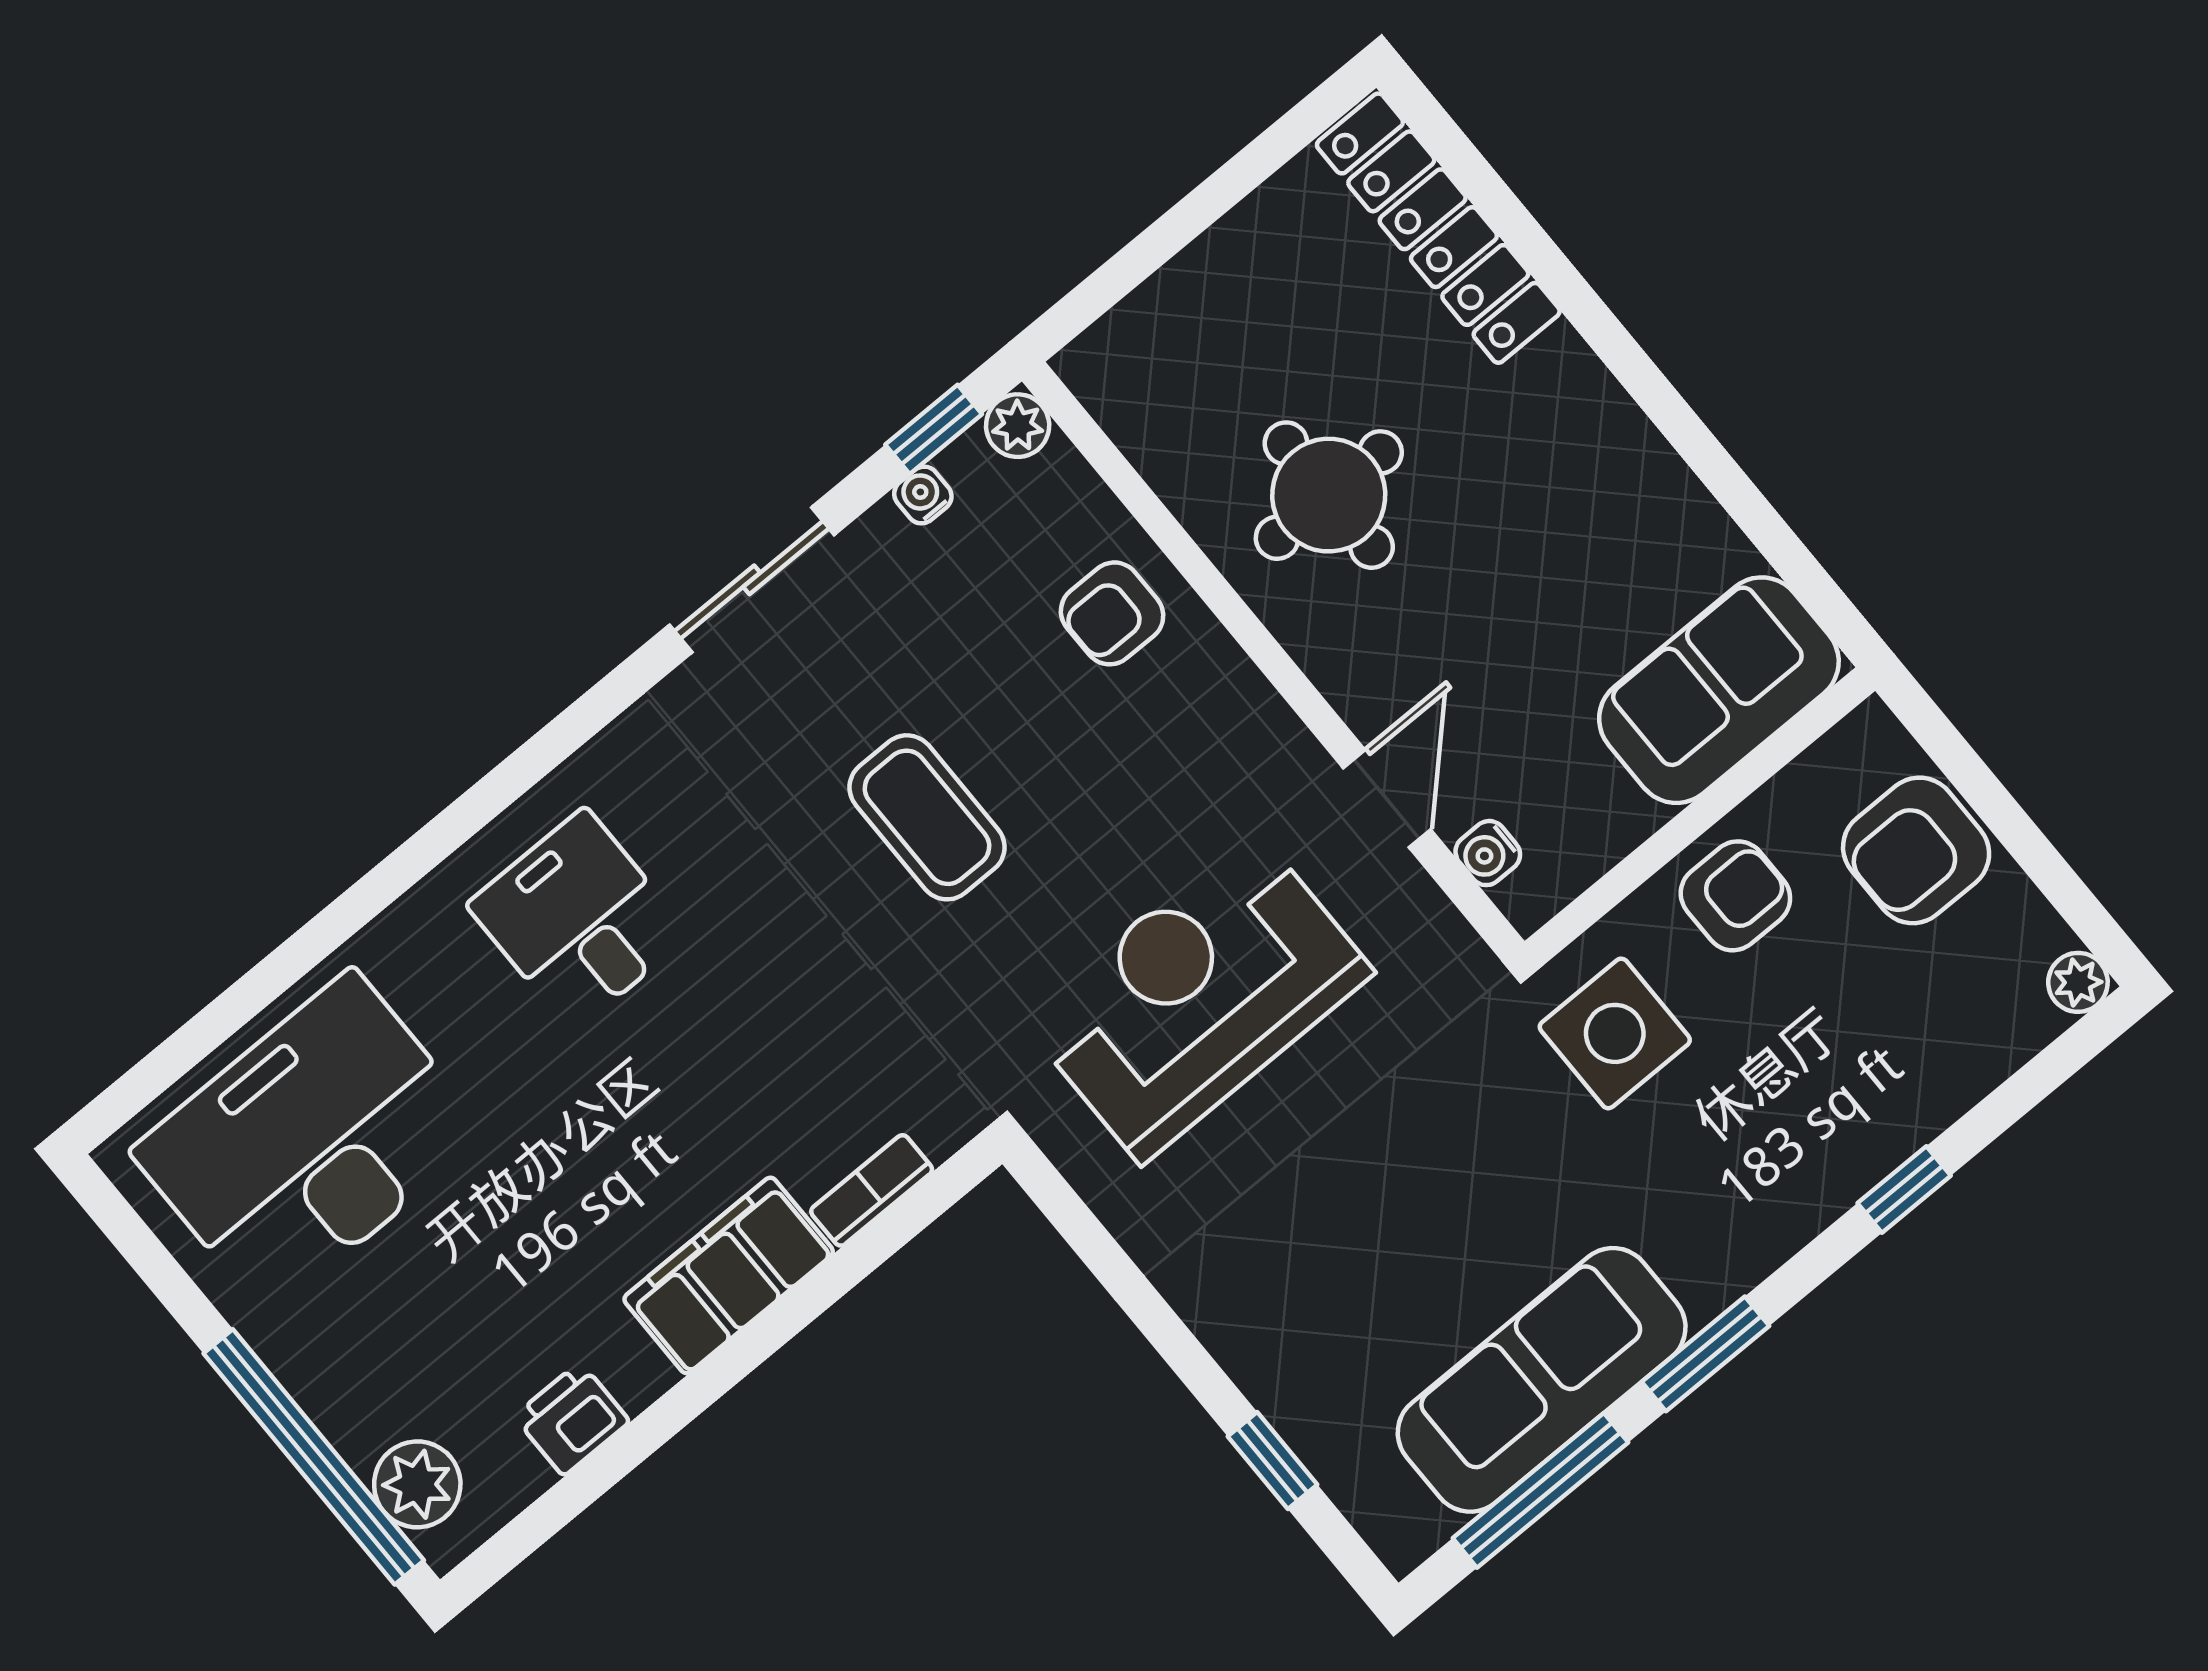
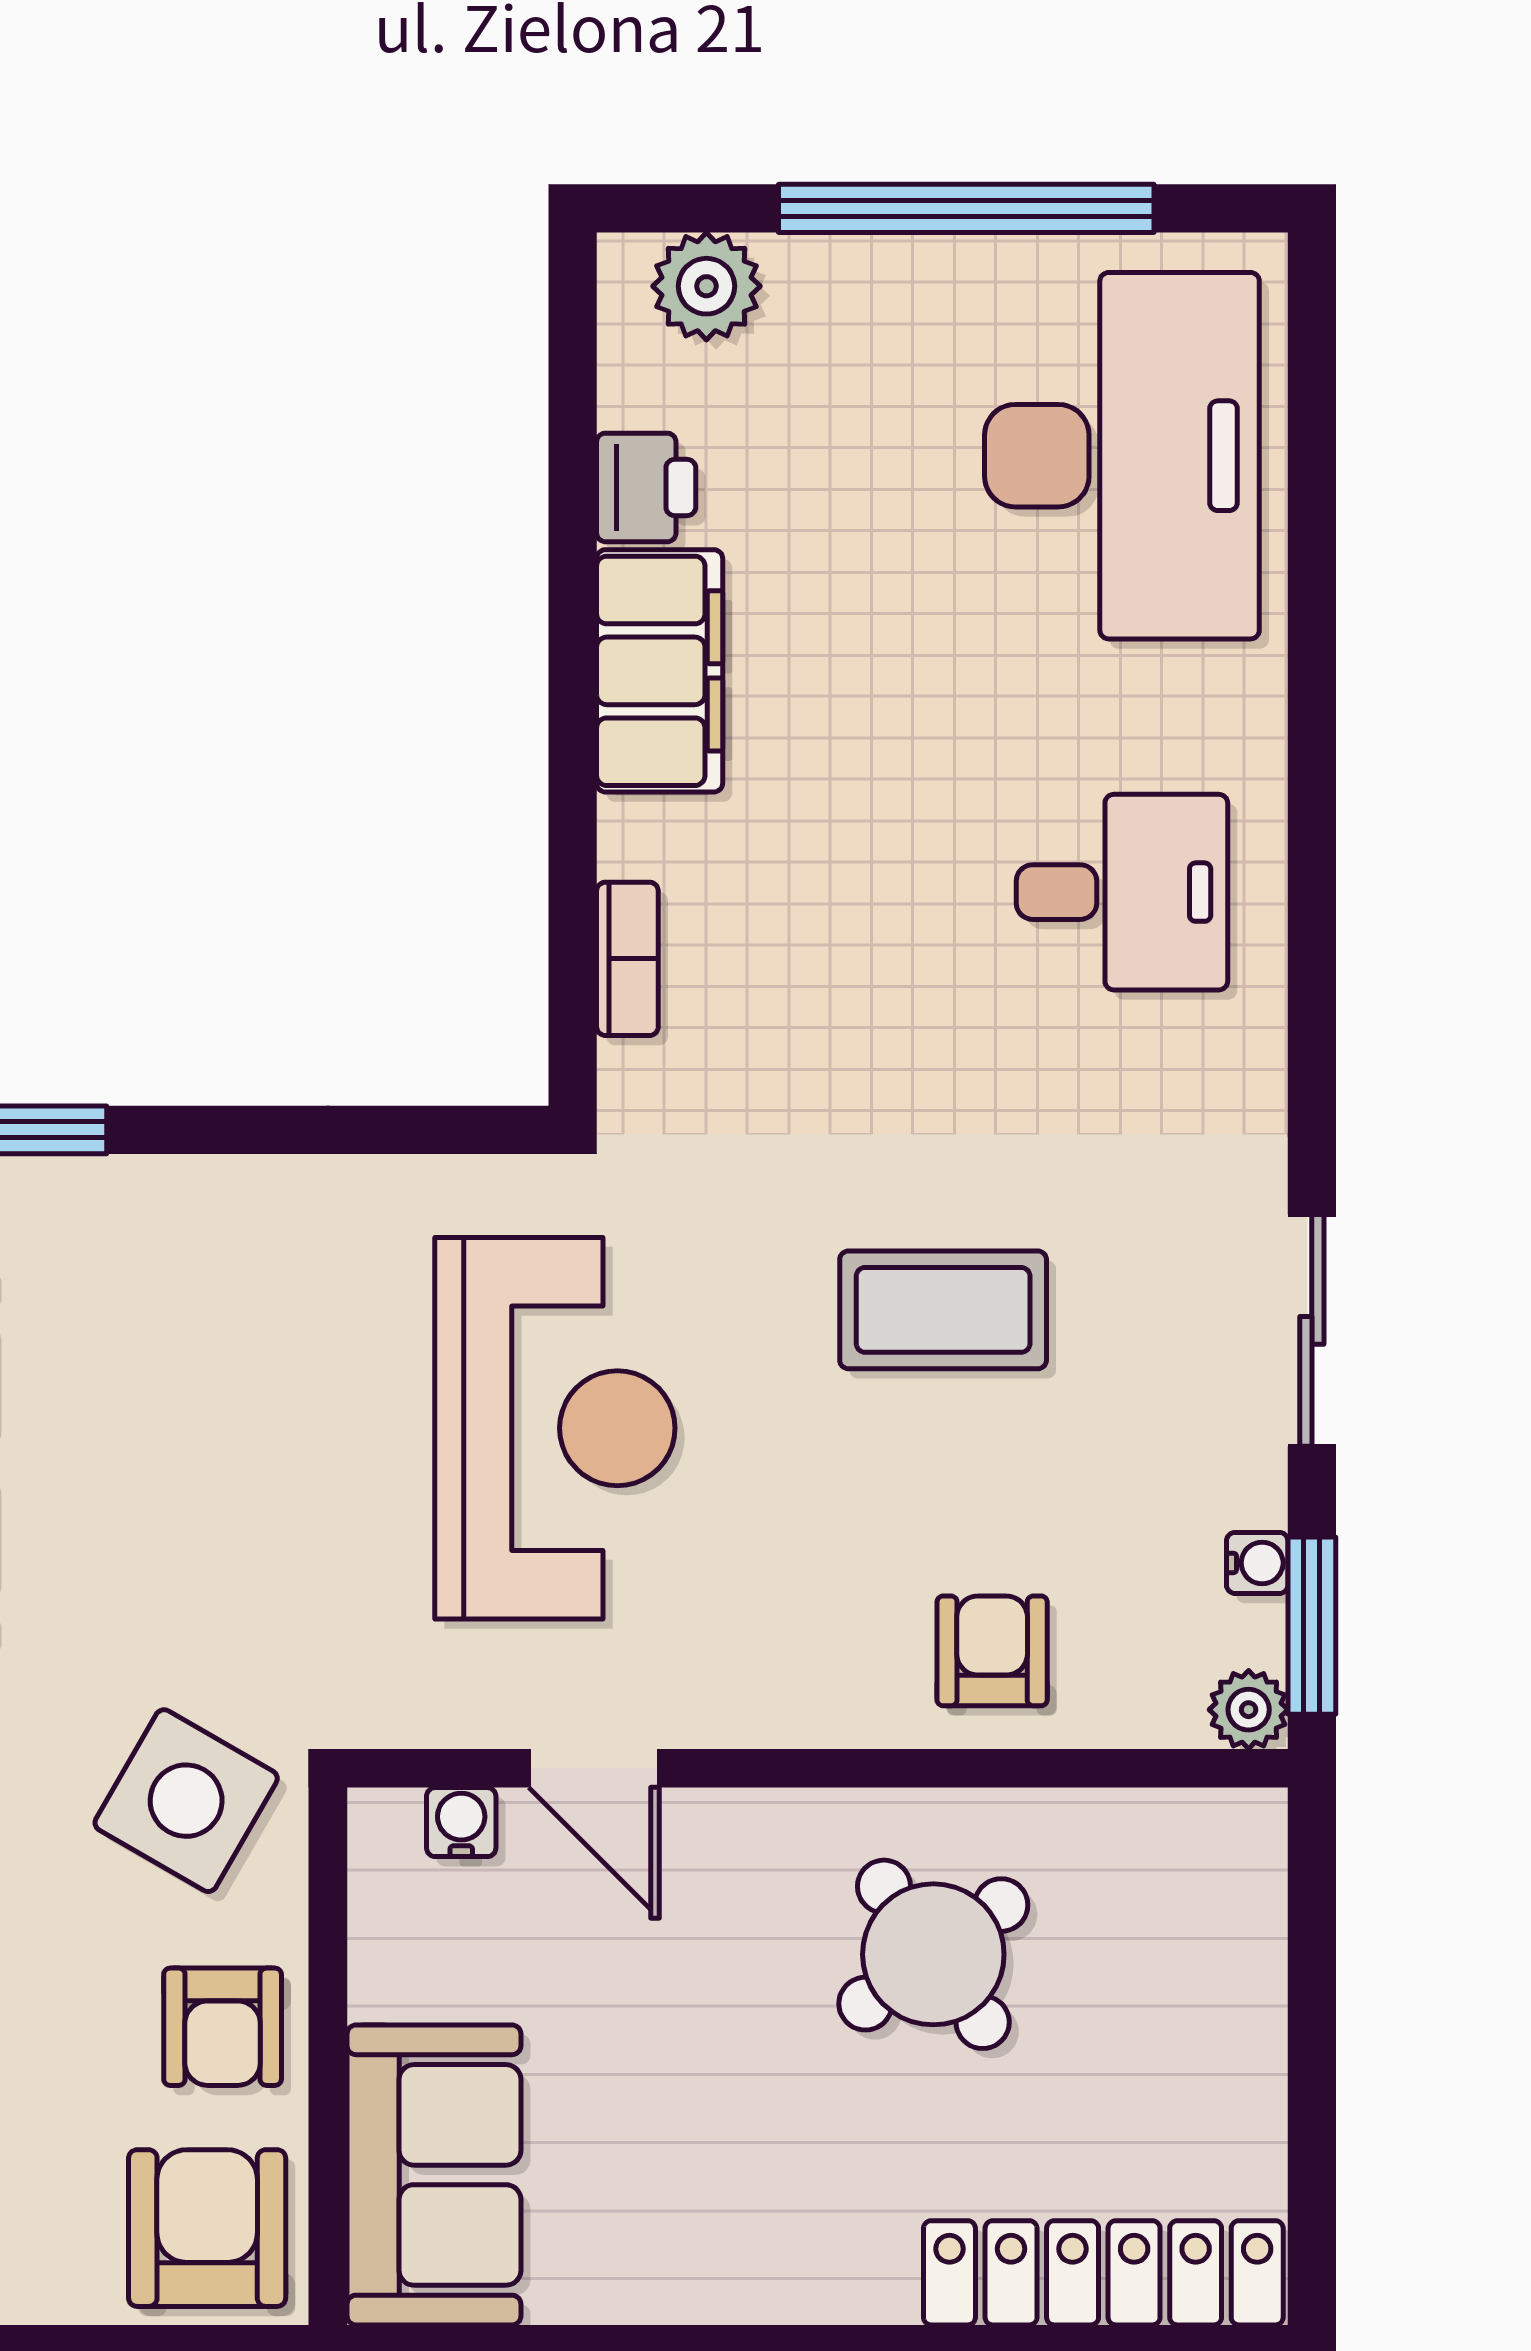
window: (934, 429) -> (1312, 1626), width x1.50
round table: (1329, 495) -> (933, 1954), turned -36
armchair: (1916, 850) -> (207, 2228), moved
side table: (1615, 1033) -> (186, 1801), turned 30
filing cabinet: (729, 1275) -> (660, 671), moved
window: (314, 1457) -> (966, 208), moved

